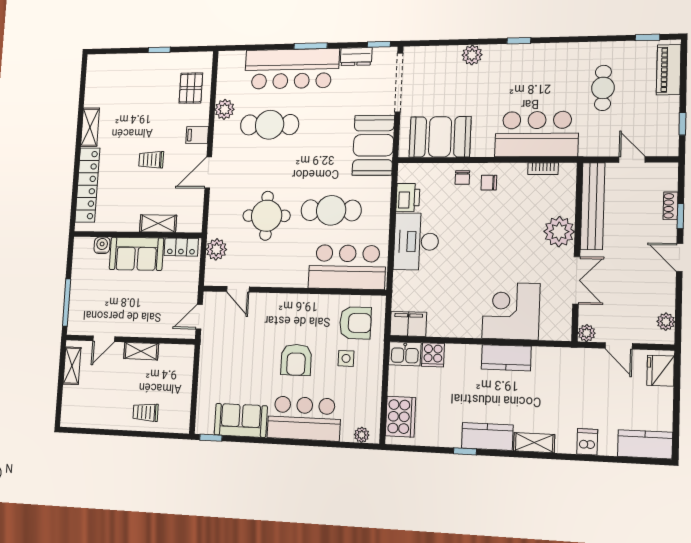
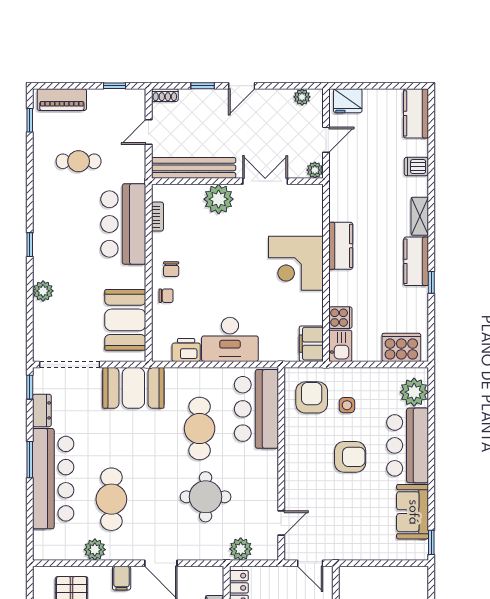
shoe rack: (670, 206) -> (165, 95), moved
corner desk: (511, 311) -> (296, 263), moved
plant: (362, 435) -> (414, 392), width x1.87, depth x1.87

